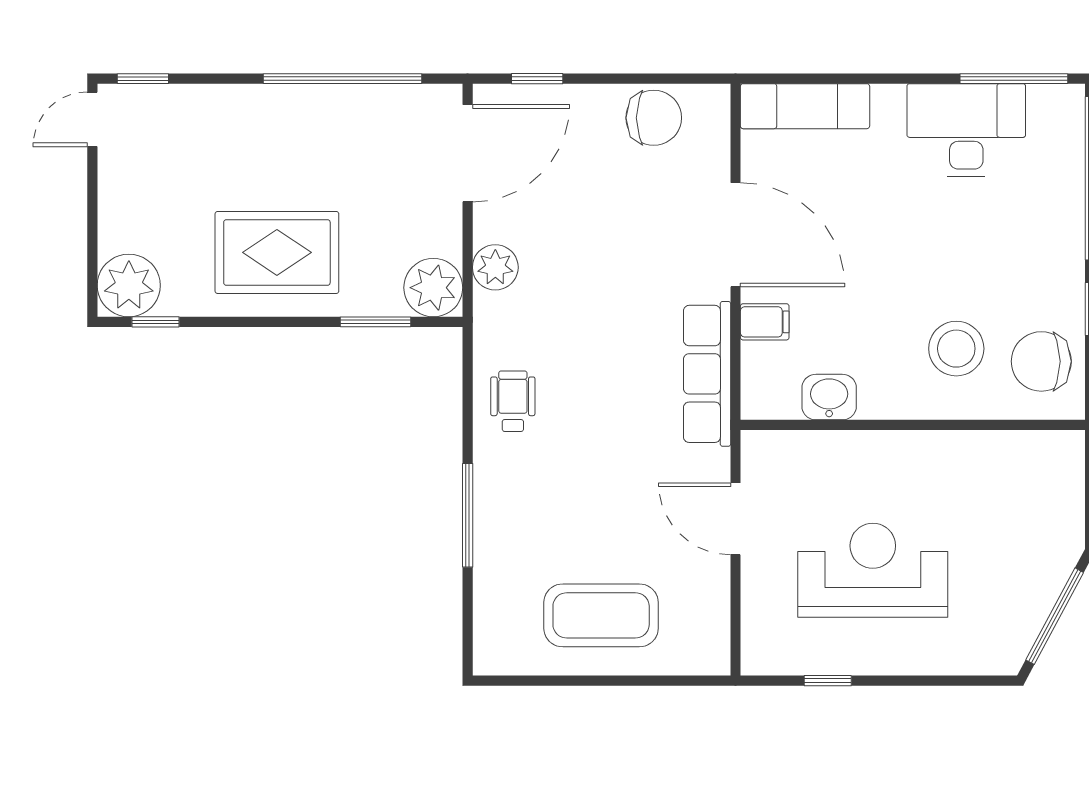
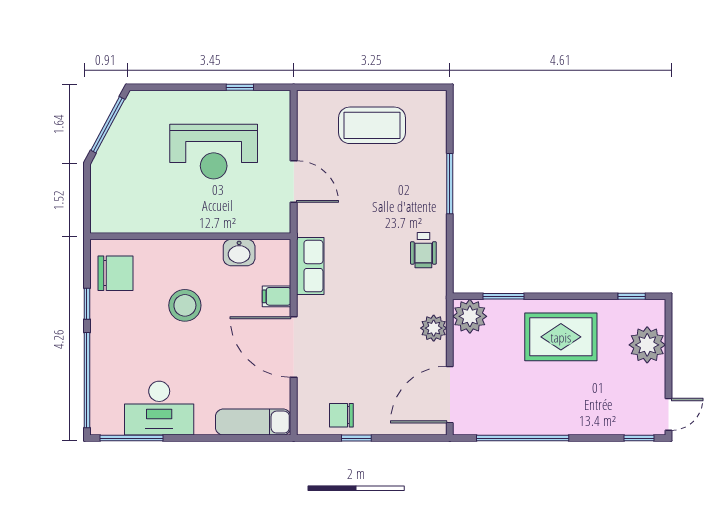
window: (537, 79) -> (356, 438), moved
chair: (654, 118) -> (341, 415), width x0.73, depth x0.73
plant: (129, 285) -> (647, 345), moved
stool: (956, 349) -> (185, 305), moved
row of seats: (707, 374) -> (310, 266), width x0.68

